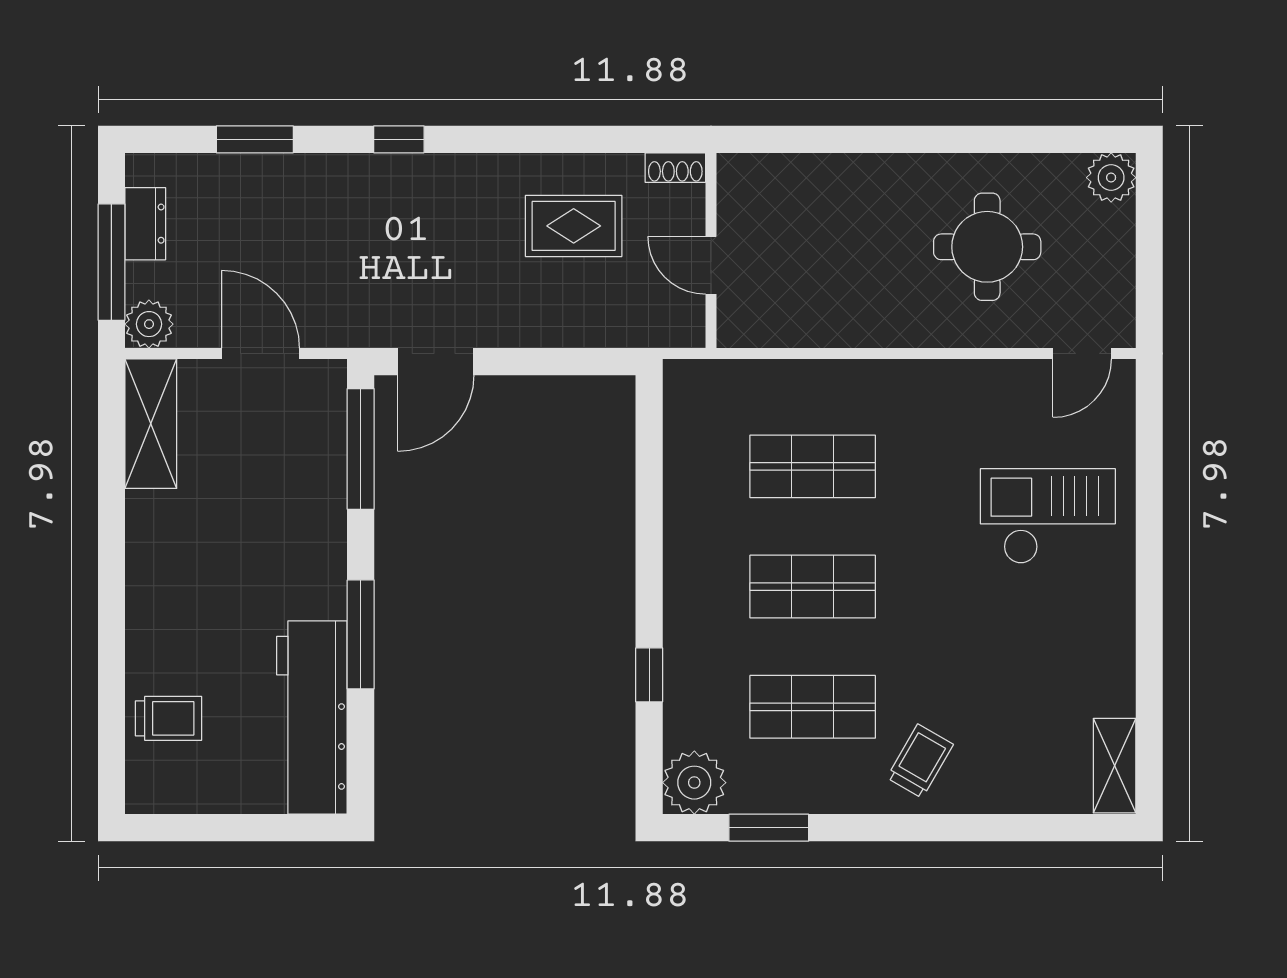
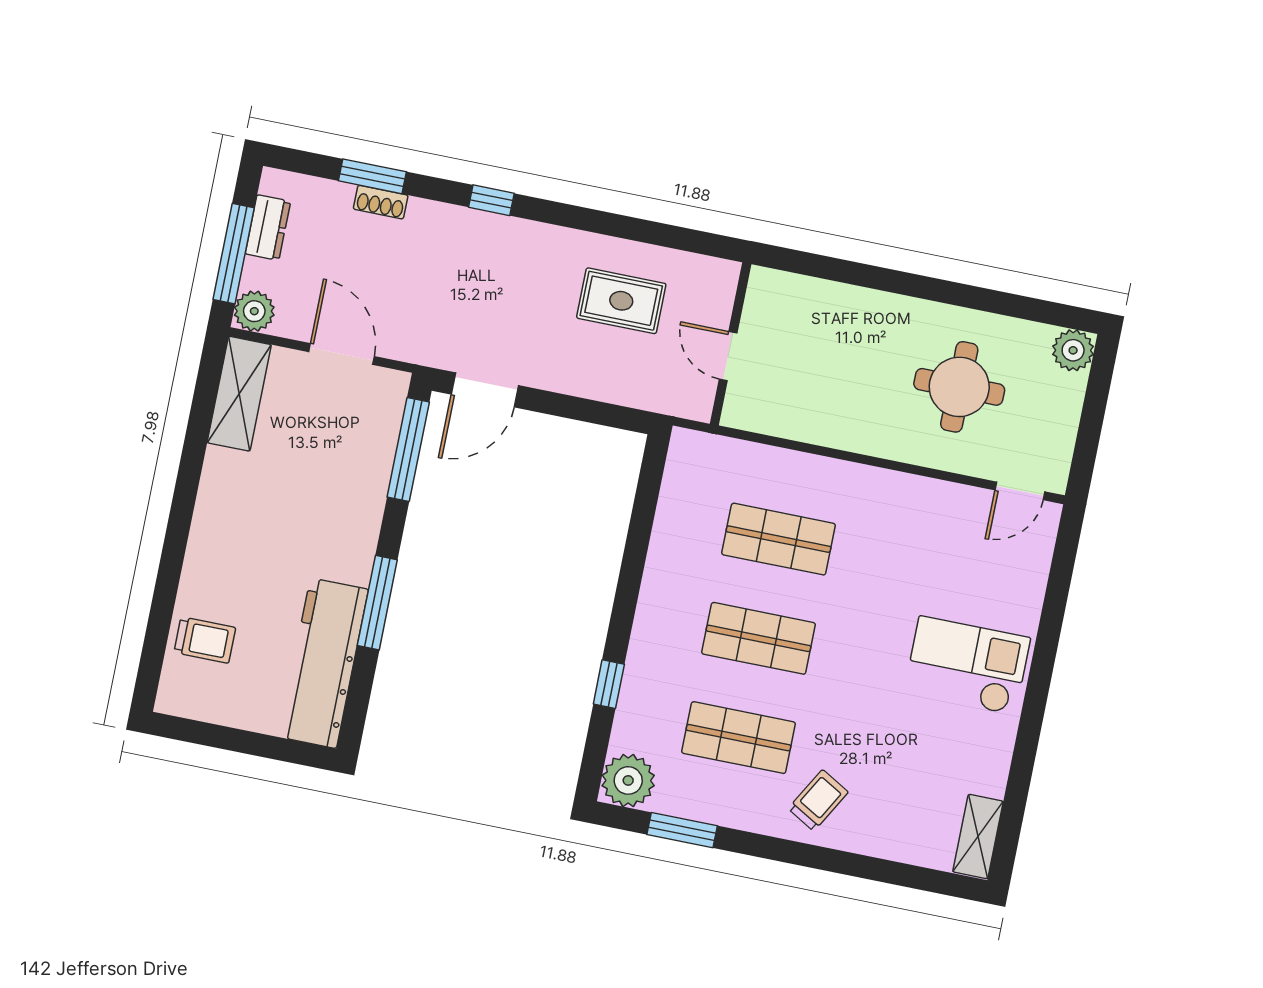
shoe rack: (675, 168) -> (381, 202), moved
checkout: (1048, 516) -> (967, 666), moved

